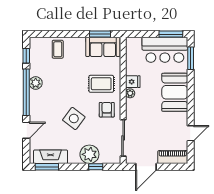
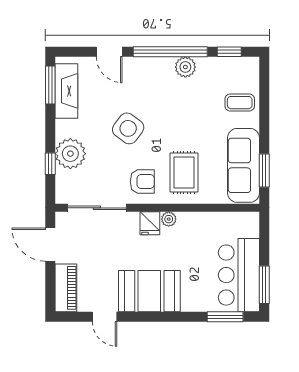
sofa: (103, 47) -> (244, 165), width x1.36
fridge: (133, 82) -> (150, 223), moved
booth: (175, 92) -> (149, 291), moved

